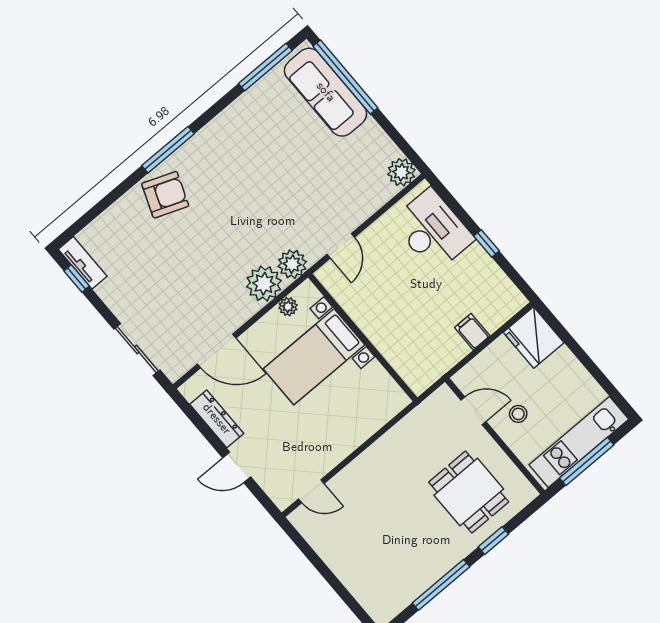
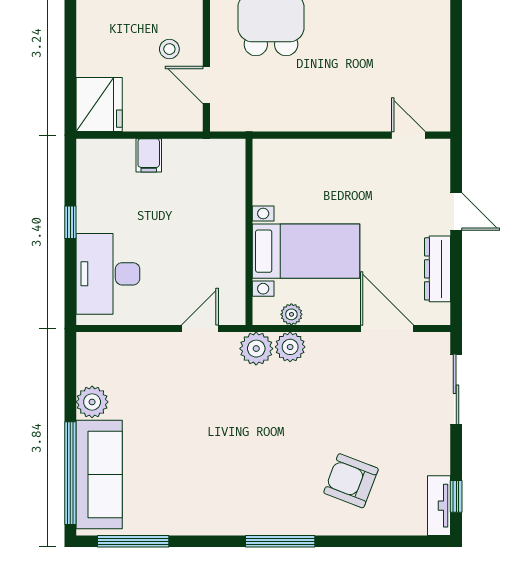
plant: (401, 172) -> (92, 402), moved
armchair: (165, 195) -> (351, 481), moved
plant: (264, 284) -> (290, 347), width x0.73, depth x0.73

